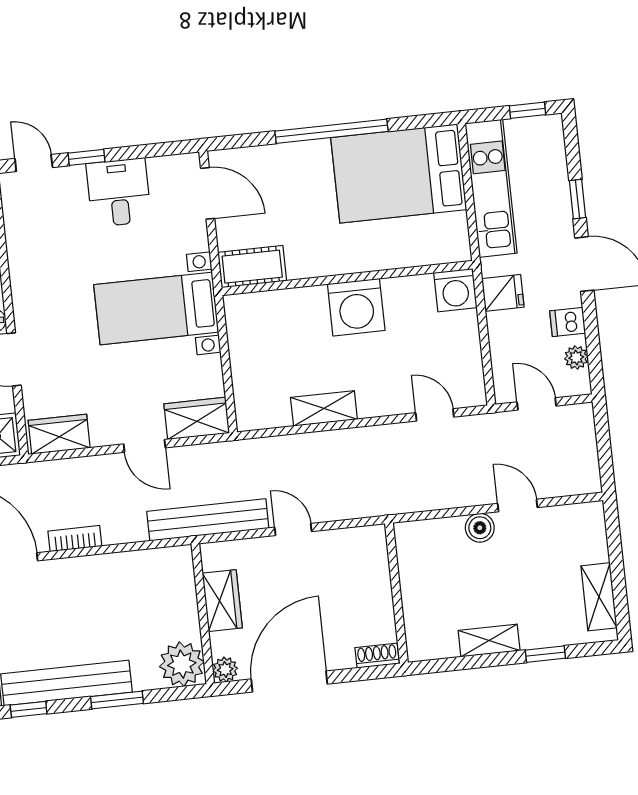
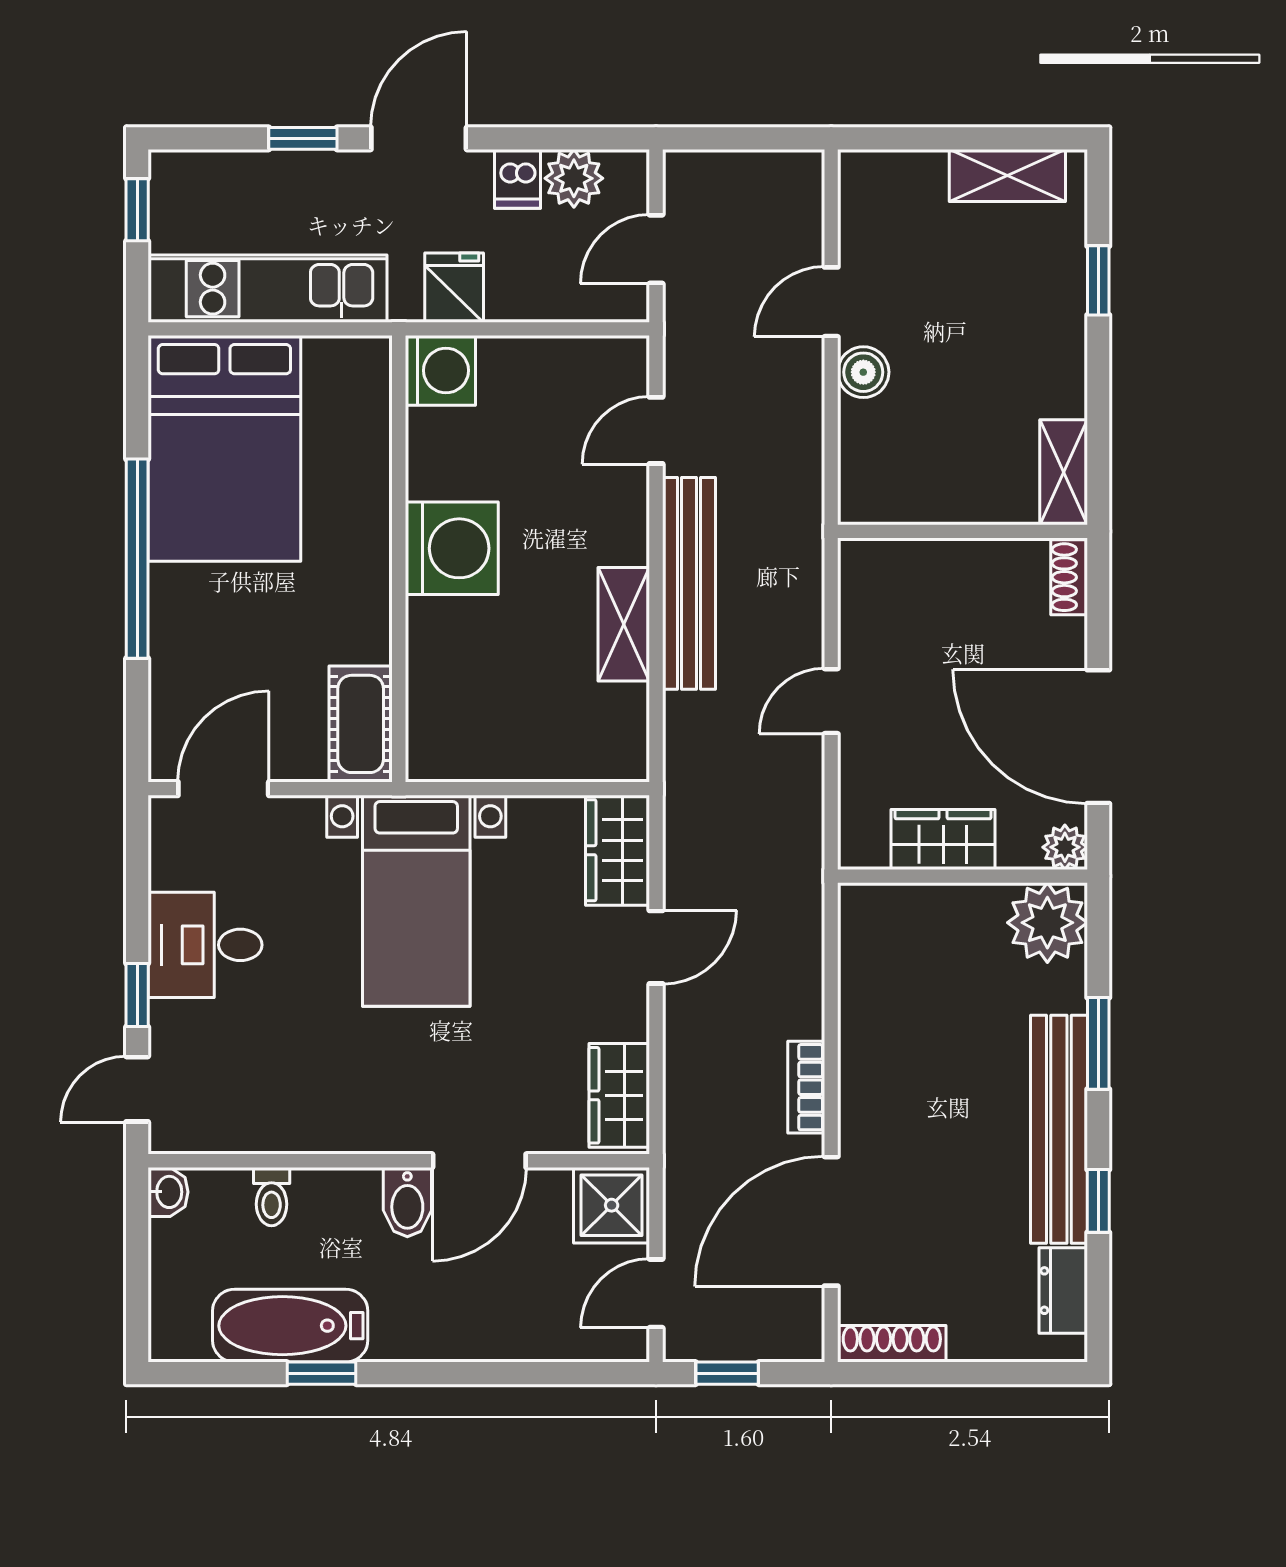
plant: (576, 358) -> (574, 178), width x1.38, depth x1.38
bench: (208, 520) -> (689, 583), moved
shelving: (489, 641) -> (1064, 472), moved

